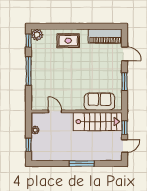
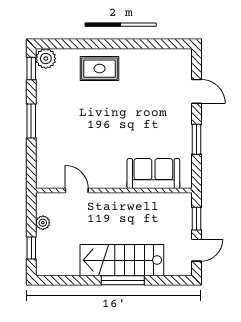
piano: (105, 36) -> (163, 61), removed
window: (29, 71) -> (31, 121), width x0.69
stairs: (98, 122) -> (122, 260), moved, turned 180

